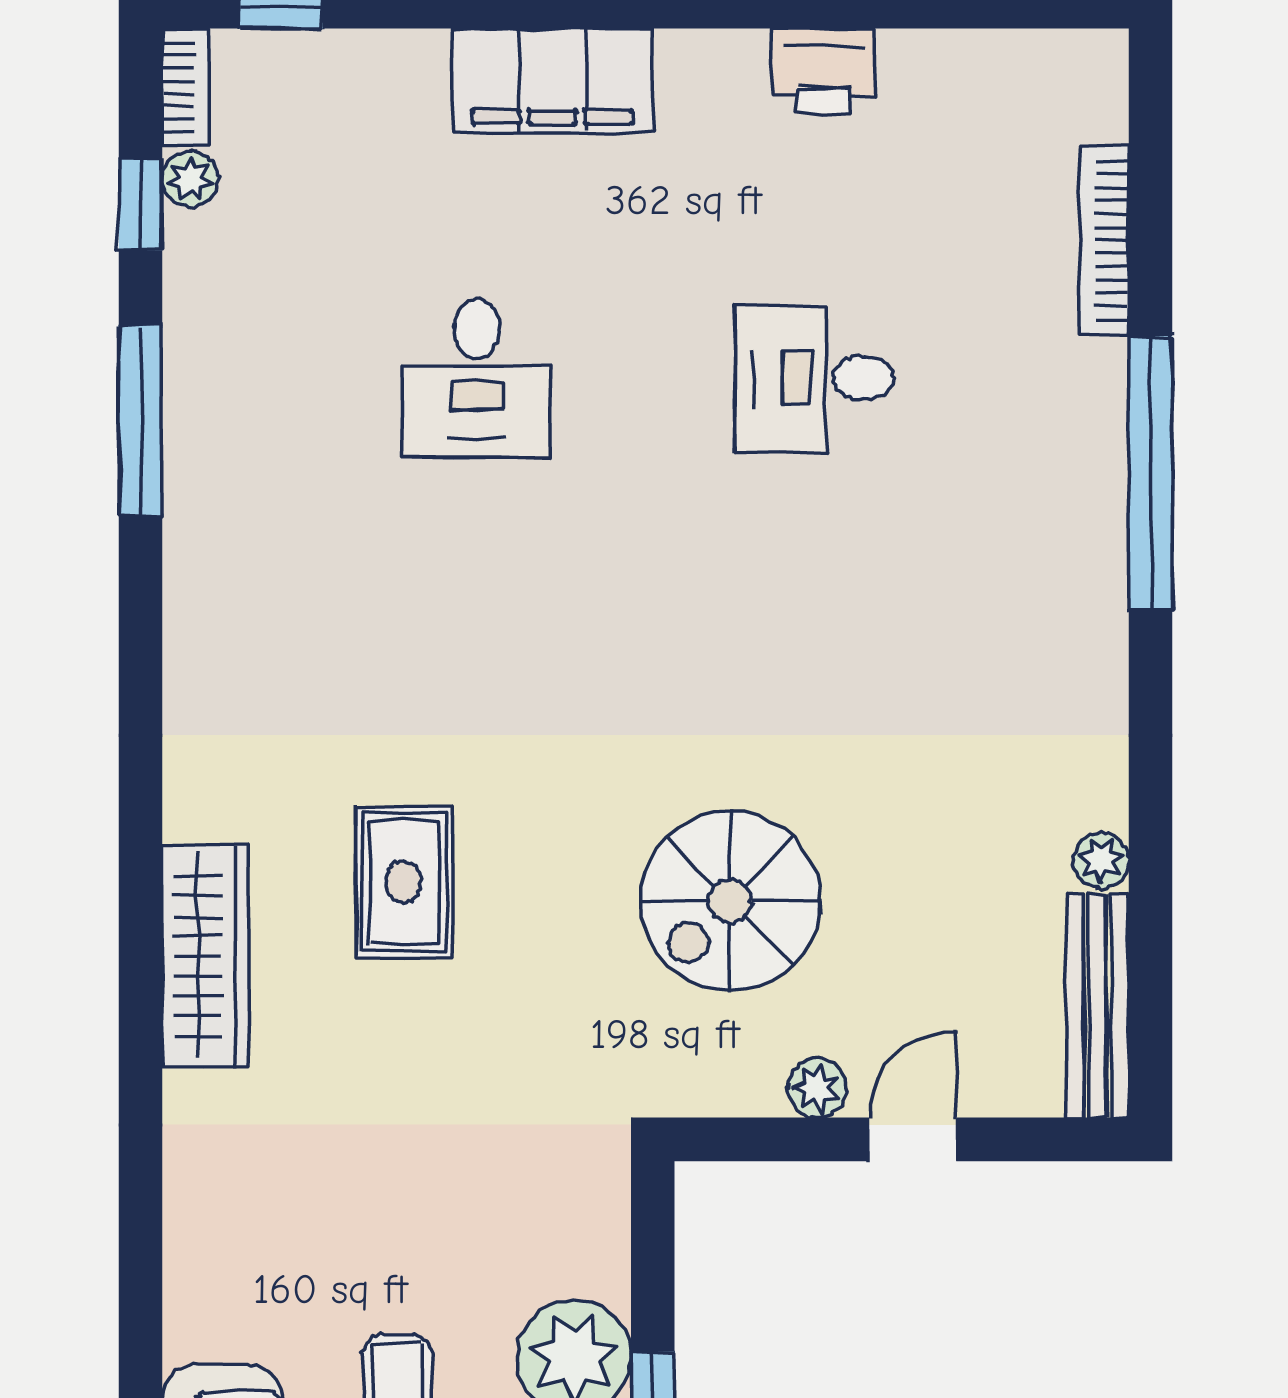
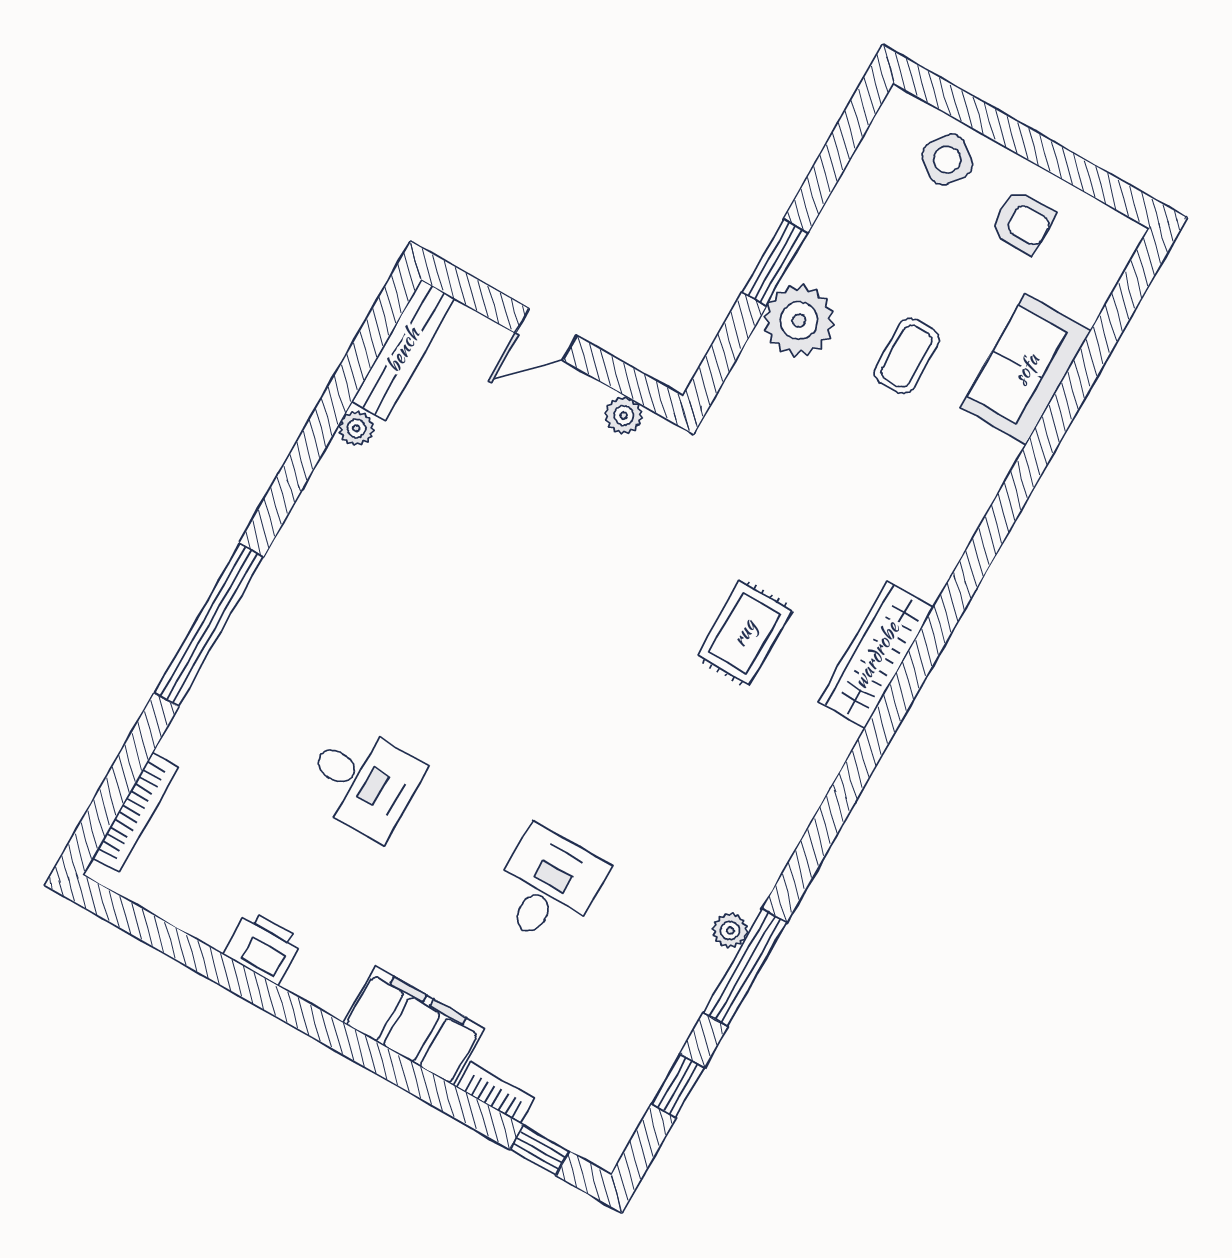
bookcase: (185, 87) -> (495, 1092), moved, turned 90
plant: (190, 179) -> (730, 930), moved
bookcase: (1104, 240) -> (136, 813), moved
spiral stairs: (730, 901) -> (572, 522), removed
plant: (817, 1088) -> (624, 416), moved

